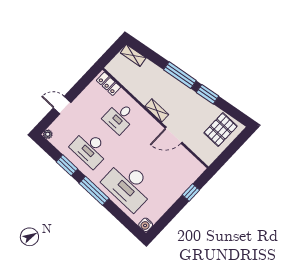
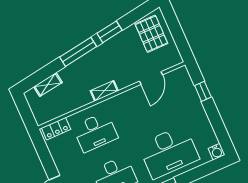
shelving: (133, 55) -> (48, 85), moved
desk: (119, 117) -> (95, 132), width x1.37
door: (174, 135) -> (151, 78), moved

